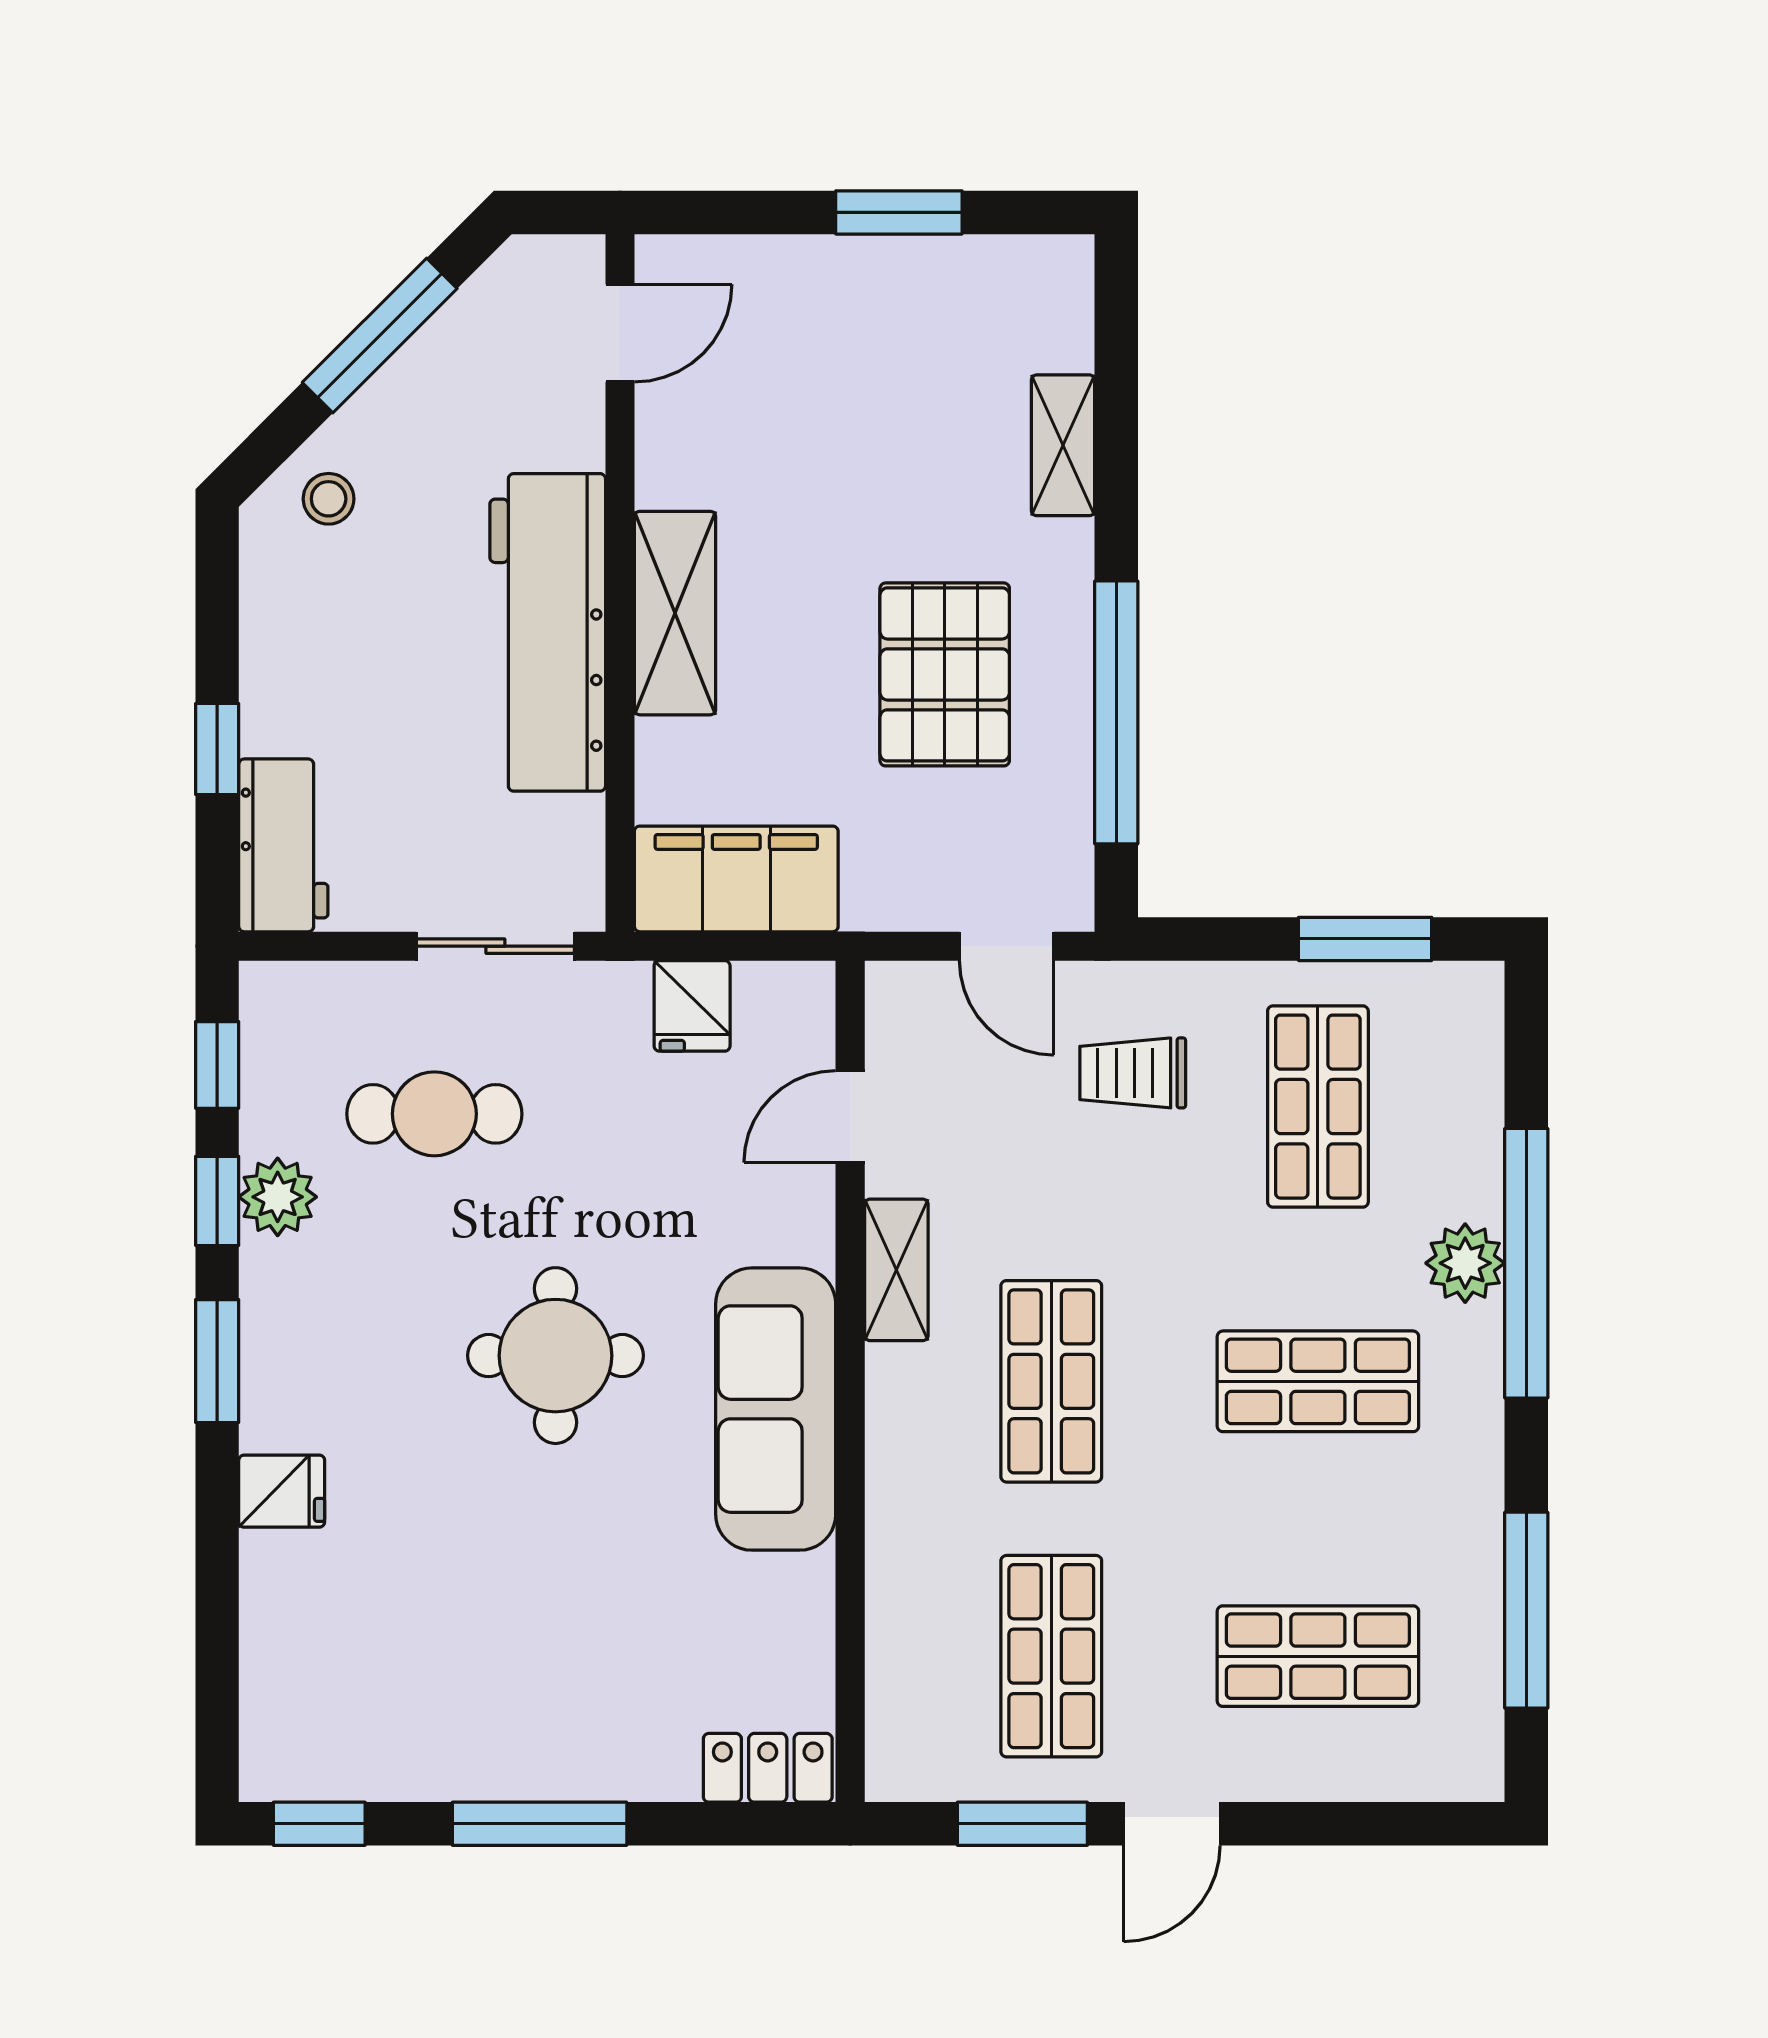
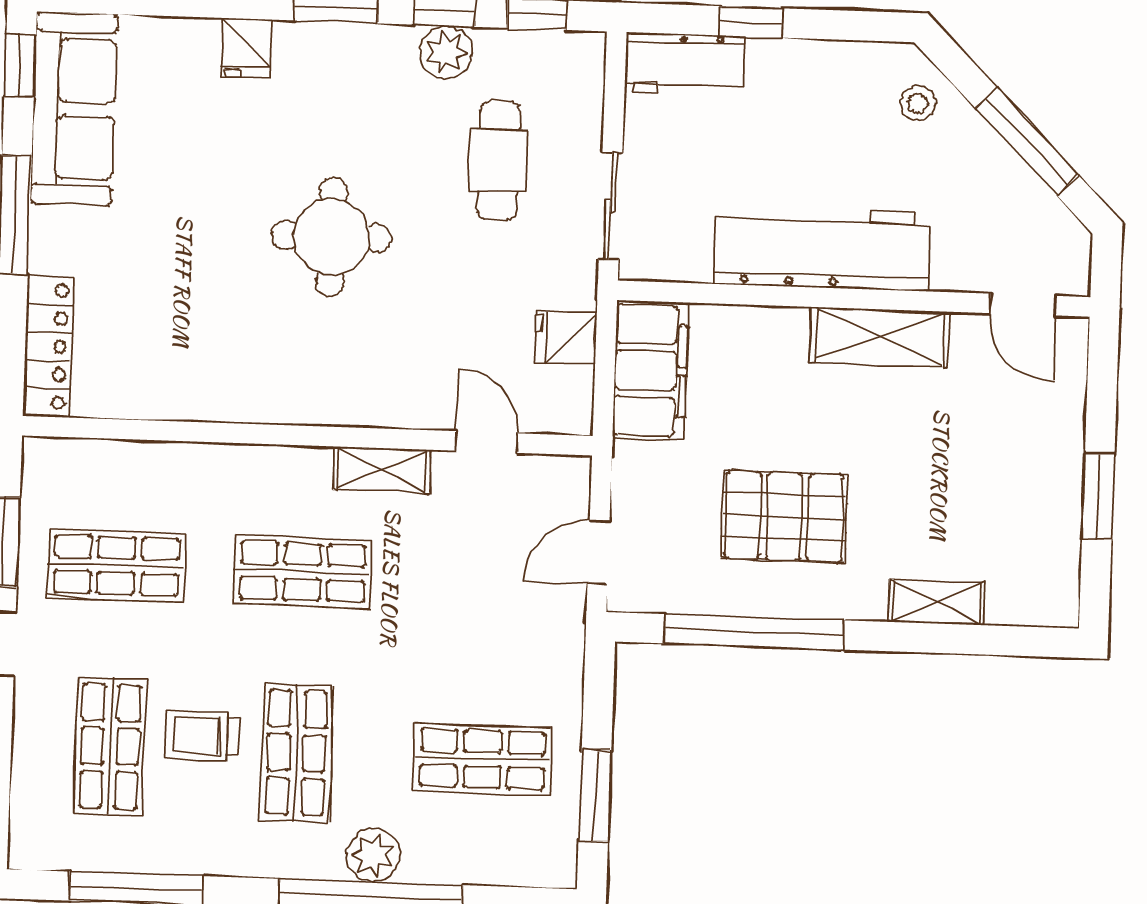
shelving: (675, 613) -> (880, 337), moved
trolley: (1133, 1073) -> (202, 736), moved, turned -90
sofa: (776, 1409) -> (74, 109), moved, turned 90
locker: (768, 1768) -> (48, 346), width x1.53

